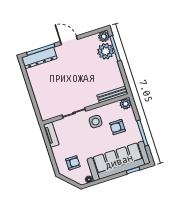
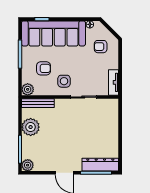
plant: (106, 51) -> (31, 127), moved

